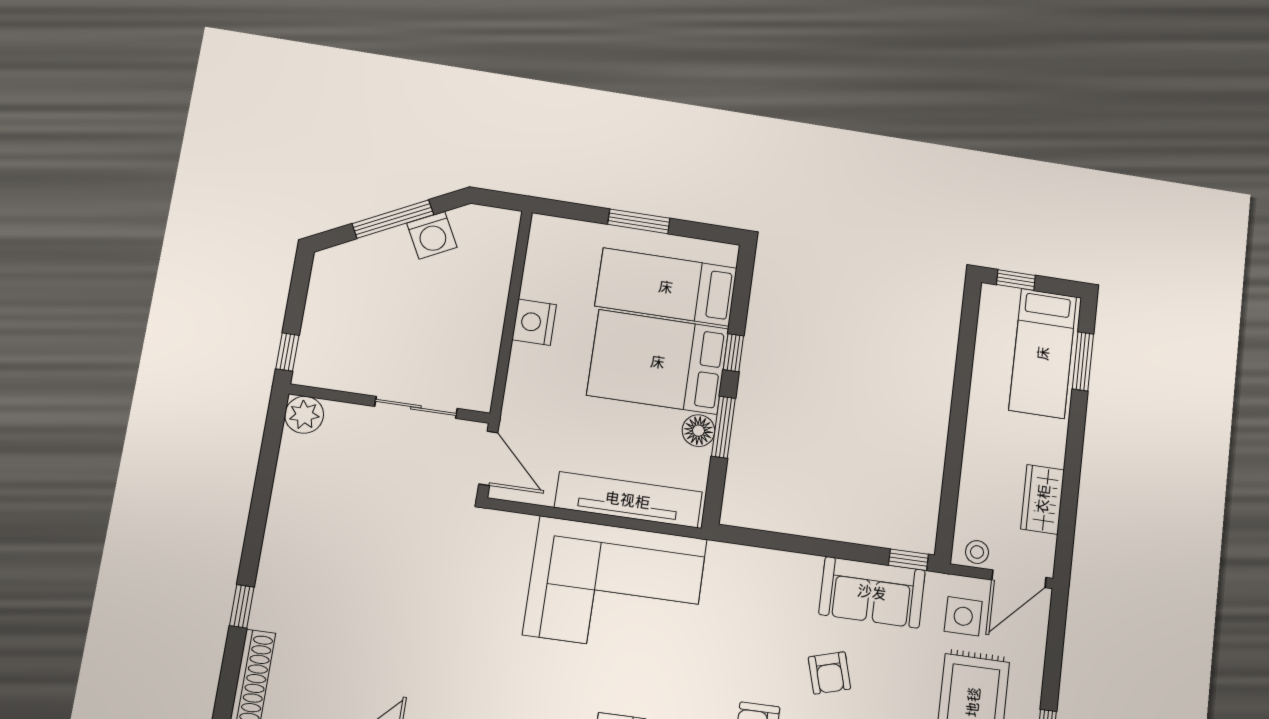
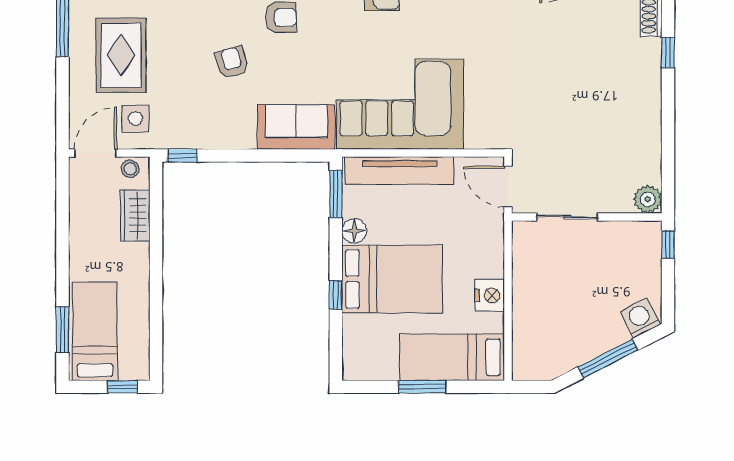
washing machine: (432, 235) -> (640, 318), moved
bed: (666, 287) -> (452, 357), moved, turned 180
window: (723, 427) -> (336, 194), moved
wardrobe: (1043, 499) -> (135, 215), moved, turned 180
sofa: (872, 592) -> (296, 127), moved

